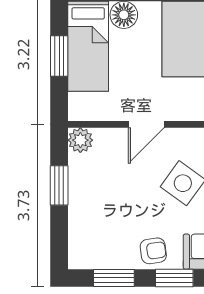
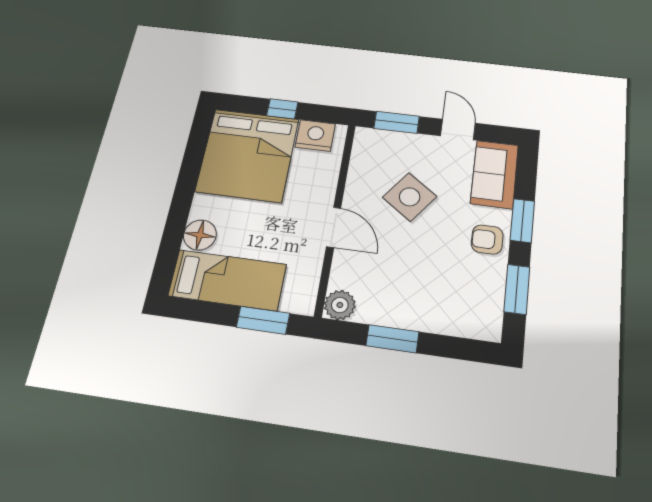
window: (59, 56) -> (263, 320), moved
armchair: (153, 251) -> (487, 239), turned -82

